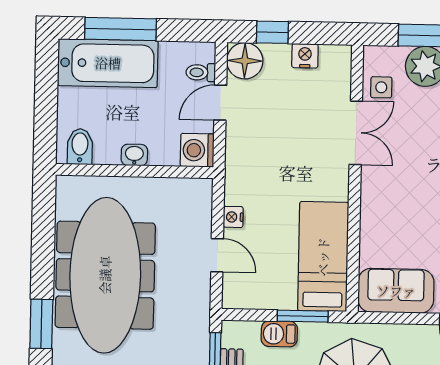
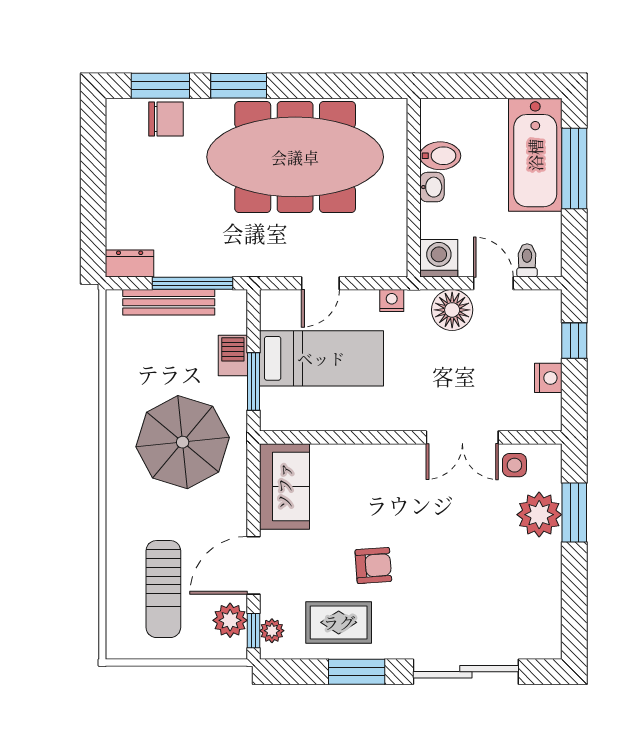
floor lamp: (245, 61) -> (452, 310), moved
bidet: (80, 147) -> (440, 156), moved
nightstand: (233, 217) -> (392, 301), moved
bed: (323, 257) -> (321, 358), moved

